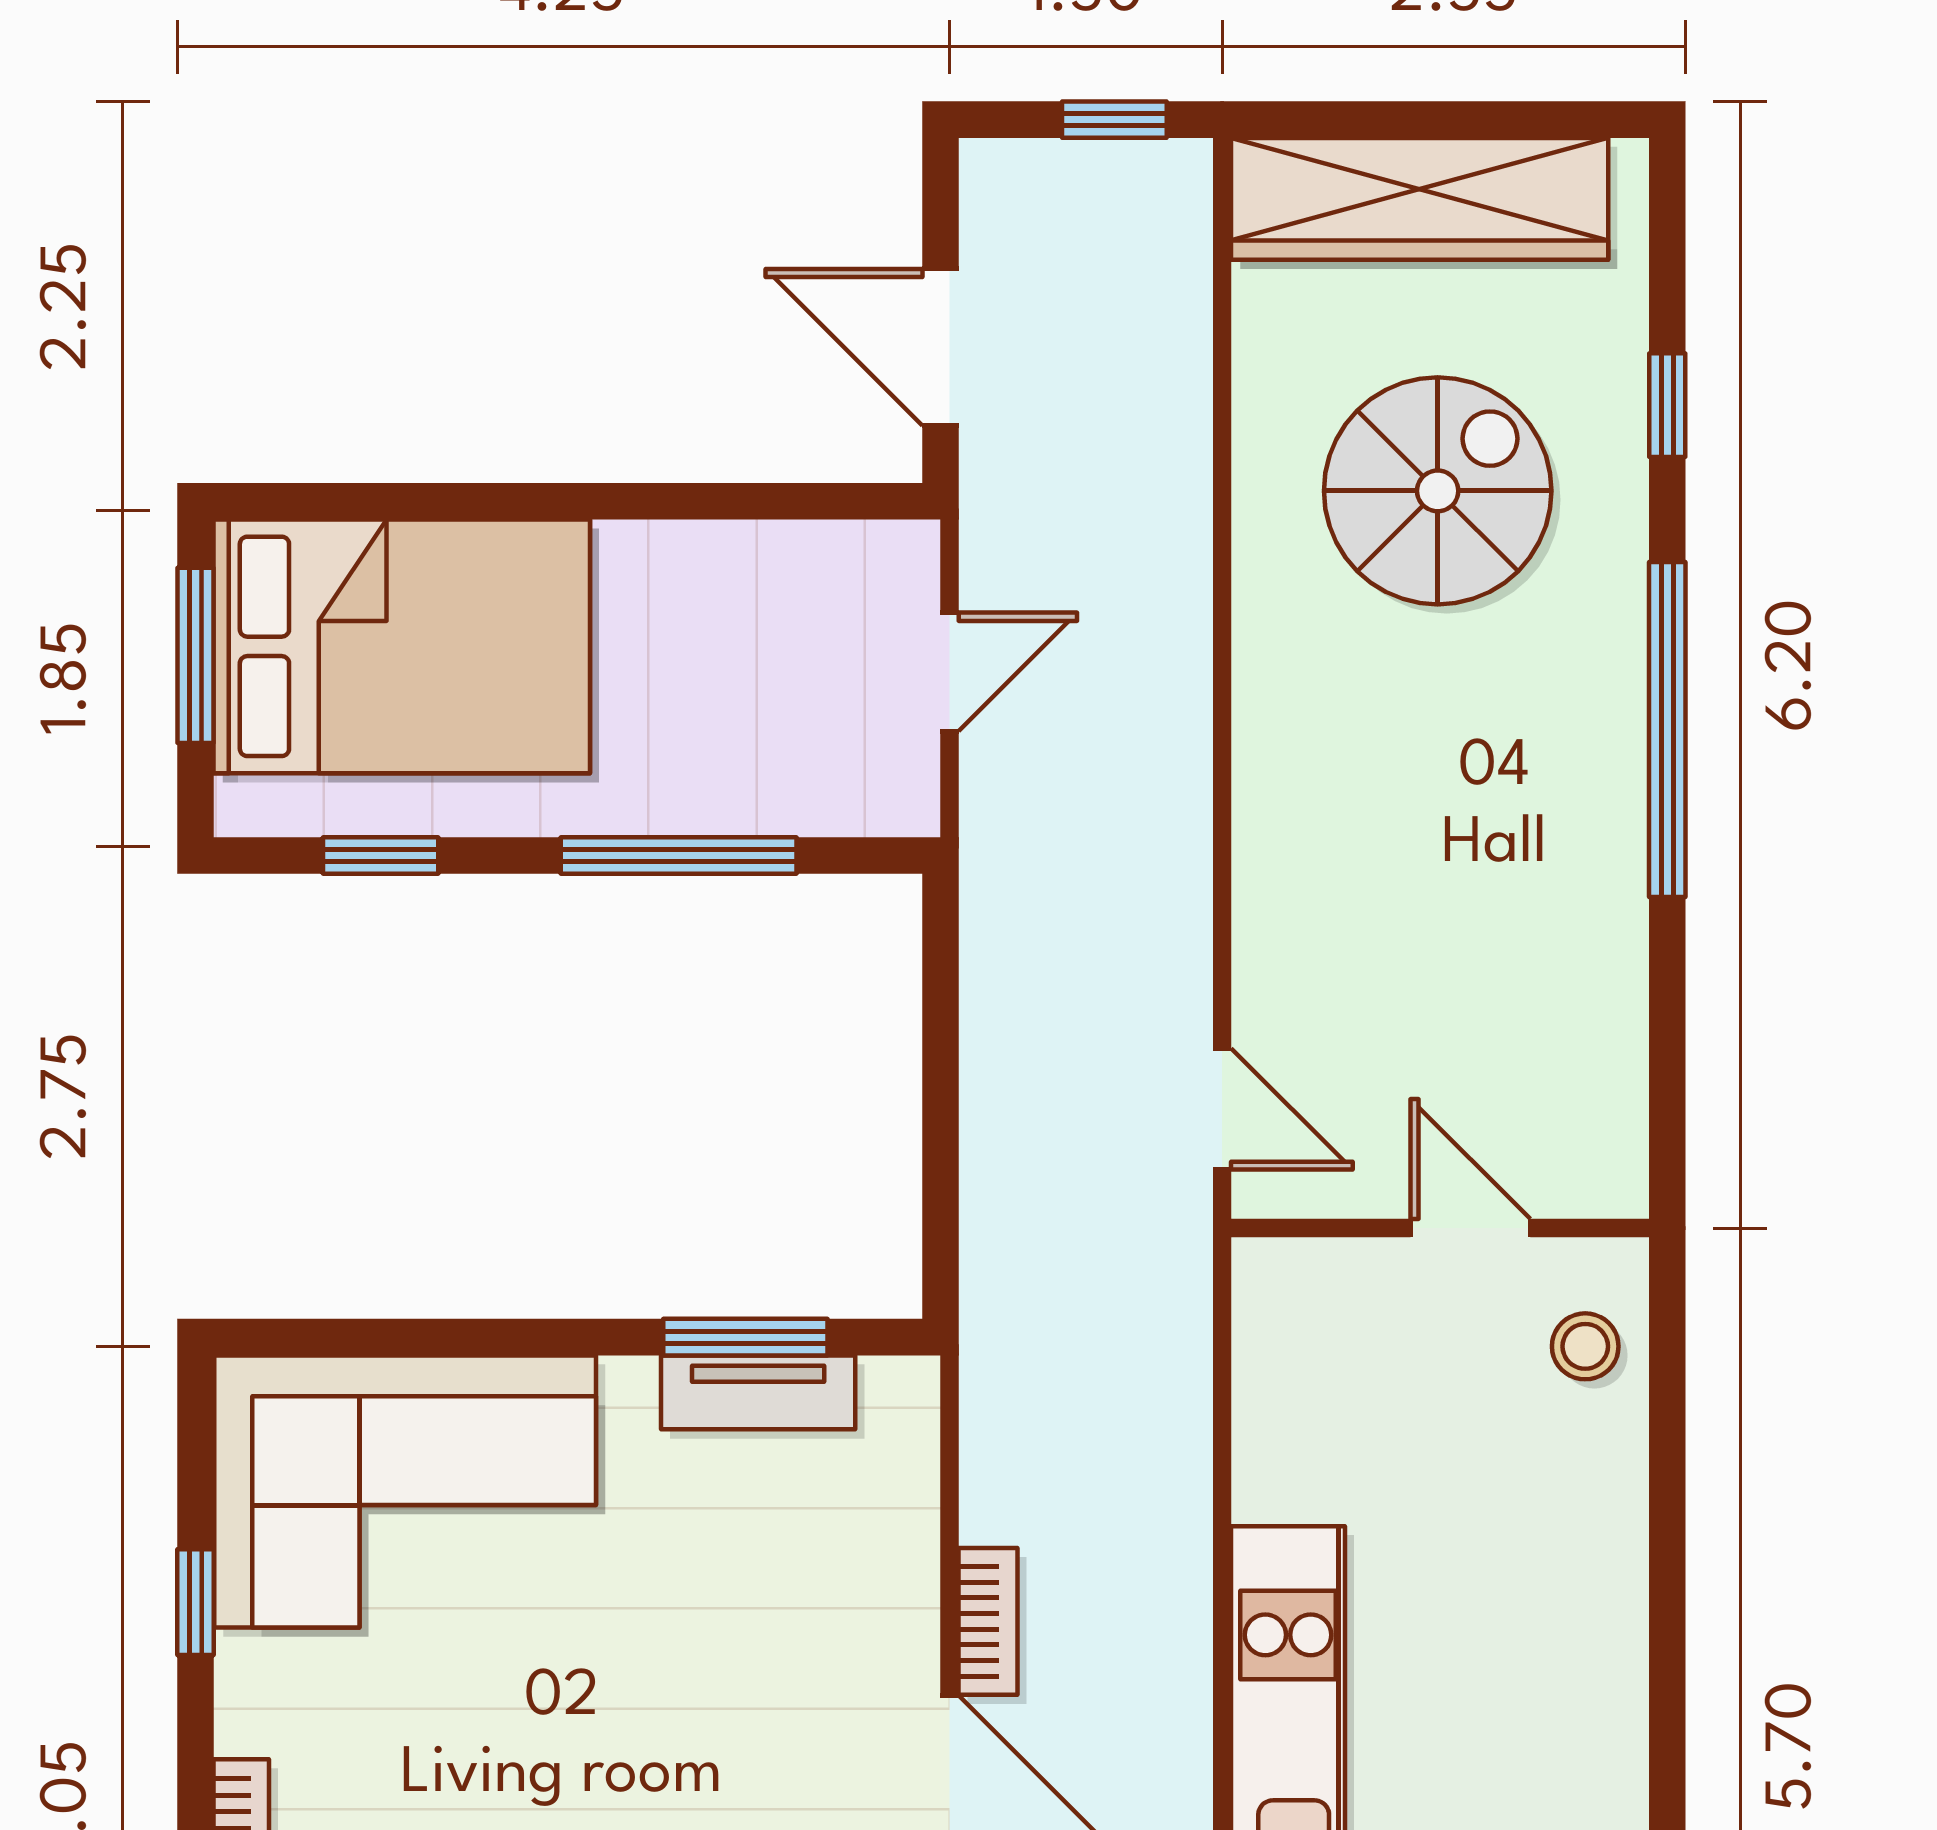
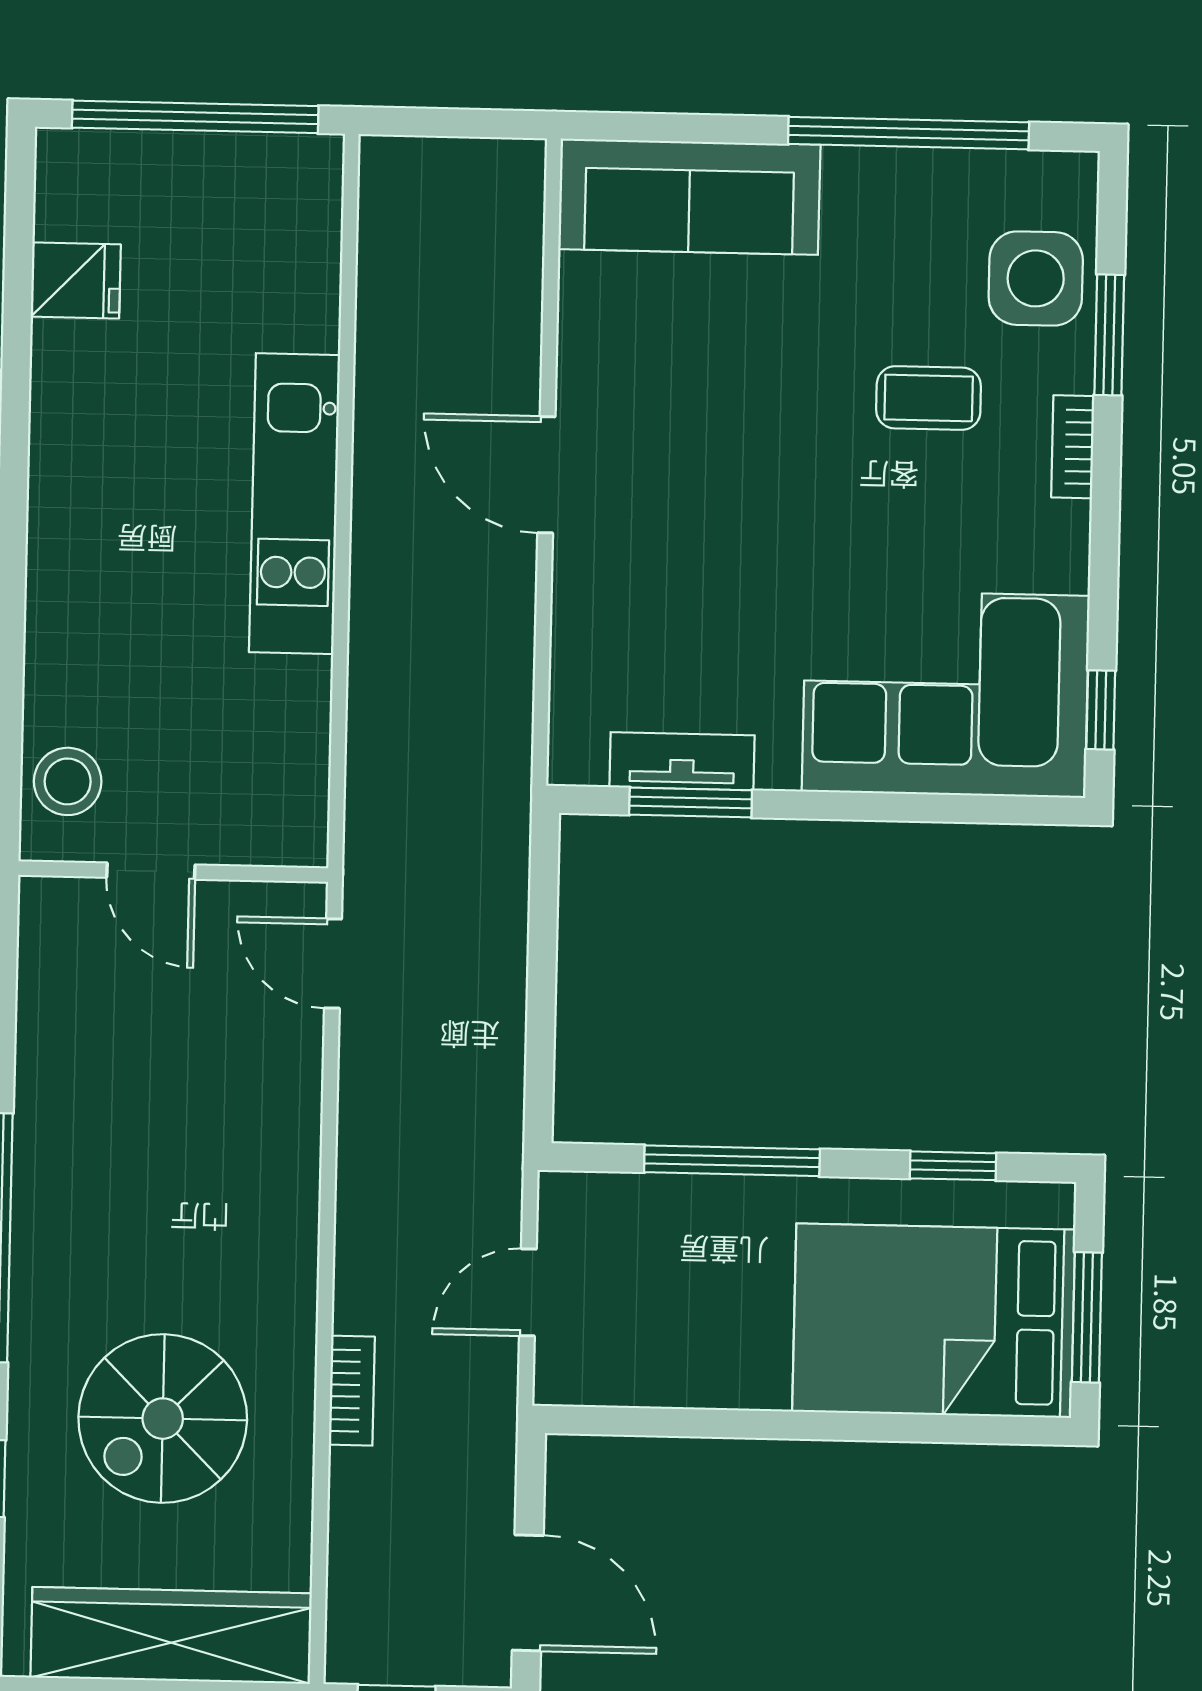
door: (940, 347) -> (528, 1593), moved
stool: (1585, 1346) -> (68, 781), width x1.37, depth x1.37
window: (195, 1602) -> (1101, 710), moved
bookcase: (988, 1621) -> (352, 1391), moved, turned 180

